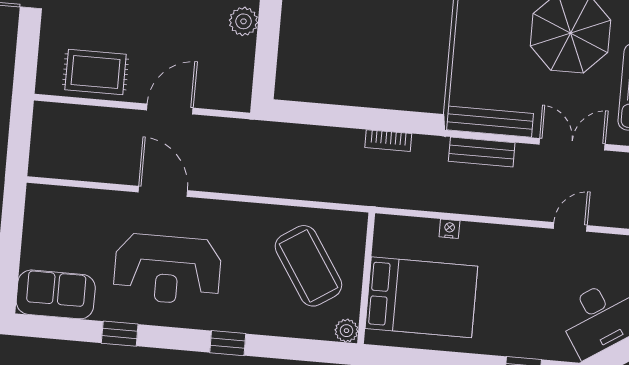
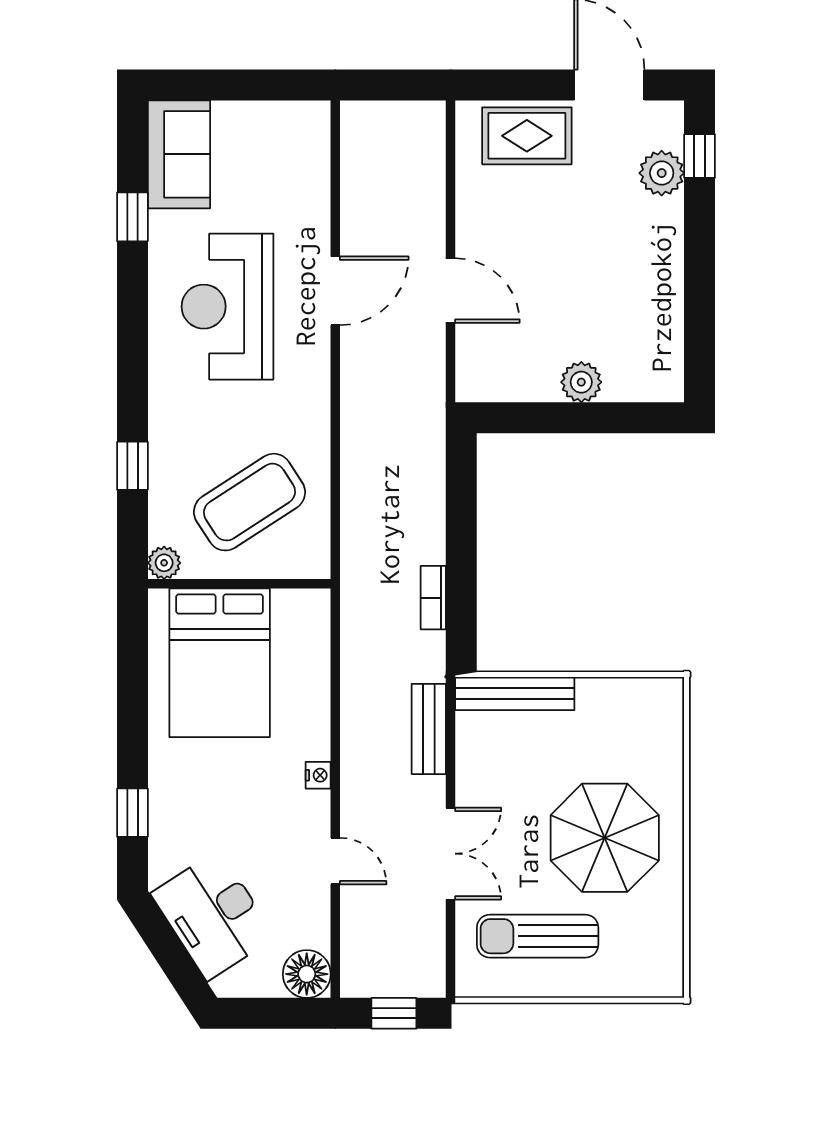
rug: (96, 72) -> (527, 136), moved, turned 90
bench: (490, 122) -> (515, 693), moved, turned 90
nightstand: (449, 229) -> (318, 775), moved
window: (120, 334) -> (132, 217), moved
window: (228, 343) -> (132, 466), moved

